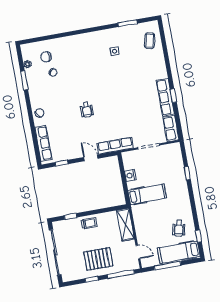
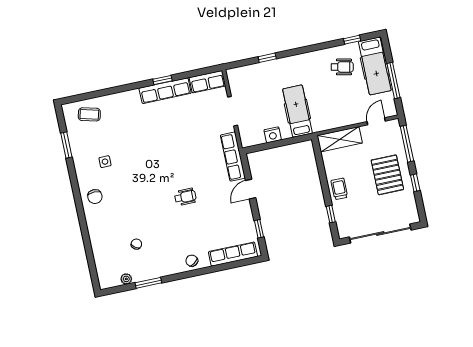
chair: (46, 57) -> (95, 197), moved

